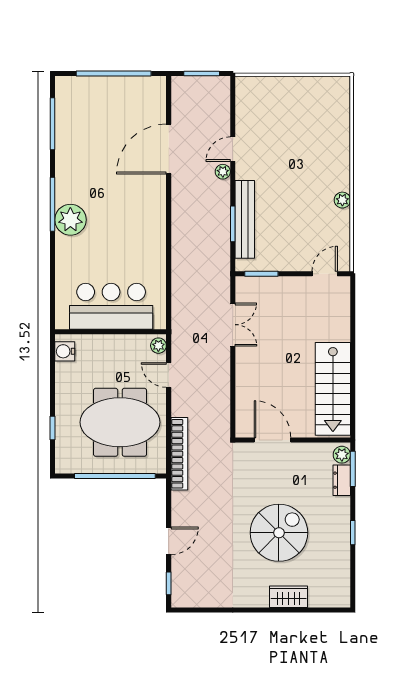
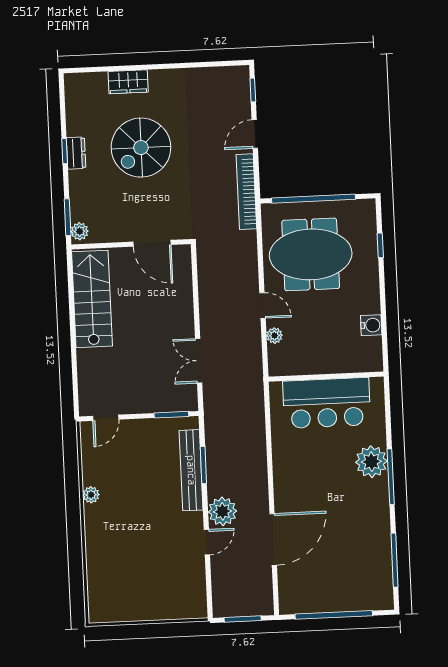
plant: (223, 172) -> (222, 511), width x1.87, depth x1.87
bar counter: (111, 306) -> (327, 403), moved
wall: (111, 332) -> (326, 377), moved
bookcase: (179, 454) -> (246, 192), moved
dresser: (342, 480) -> (76, 153), moved

